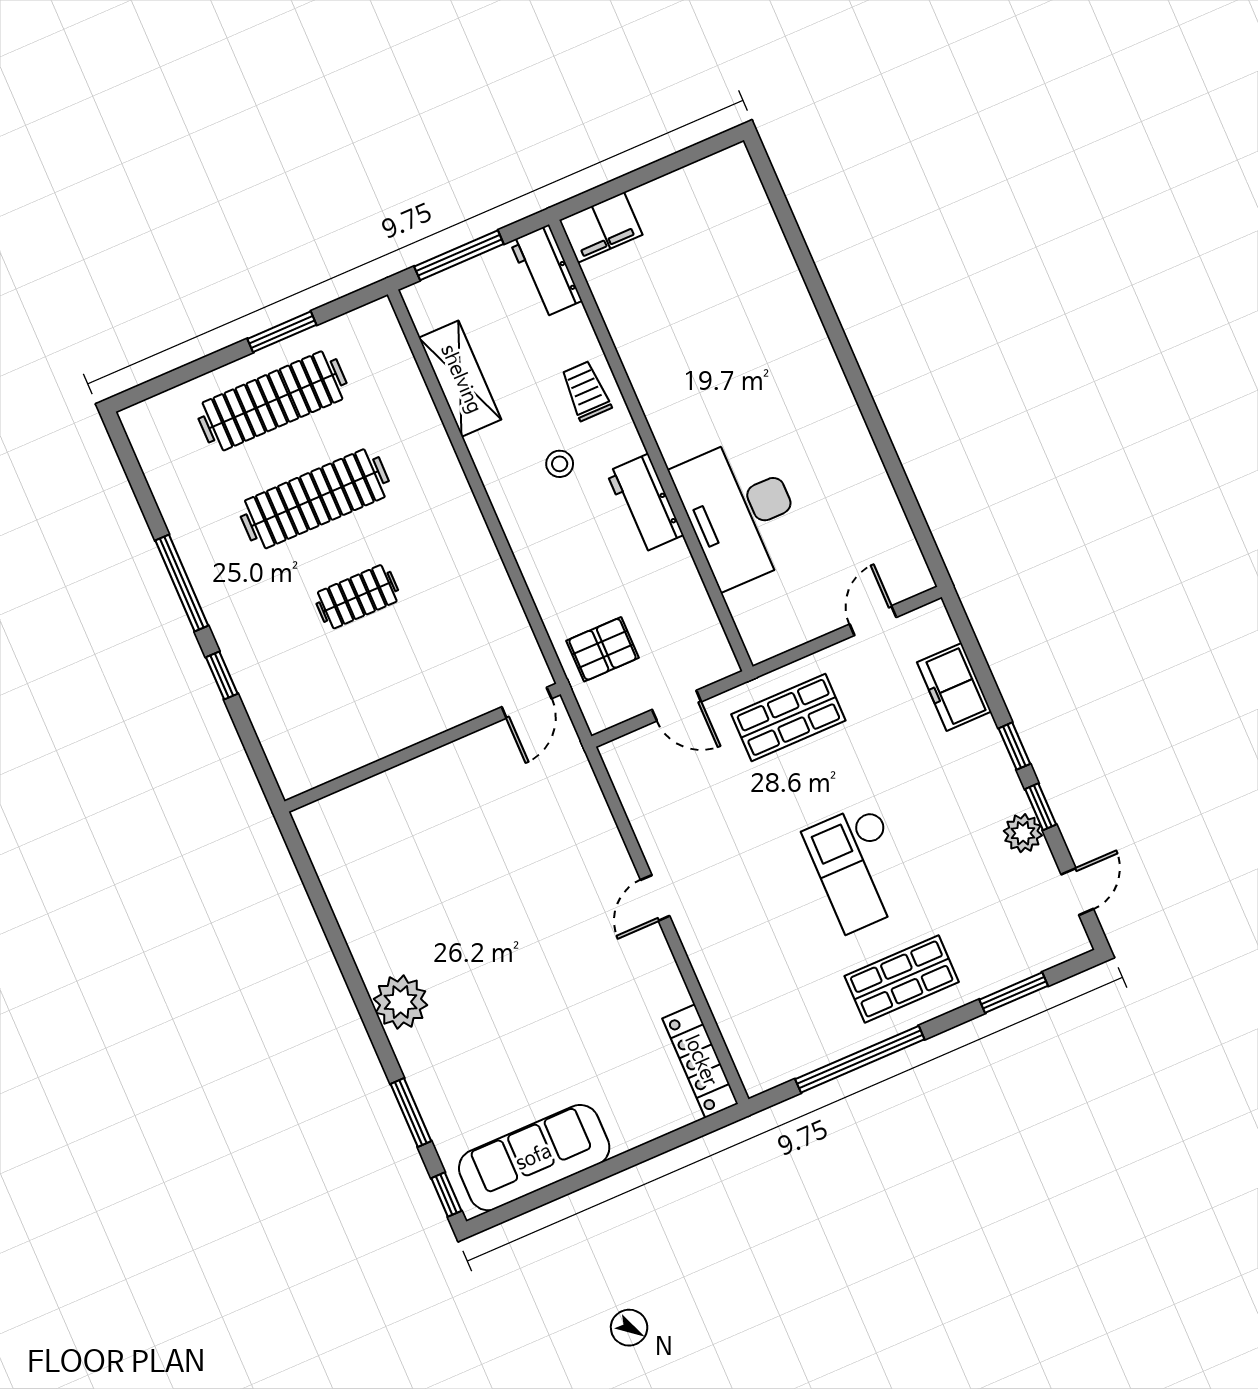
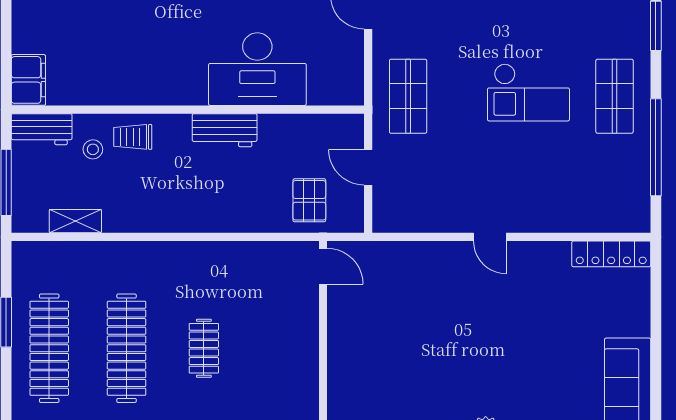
shelving: (460, 379) -> (75, 221), width x0.67, depth x0.75
stool: (560, 464) -> (93, 149), moved
door: (677, 706) -> (368, 167), swing flipped

